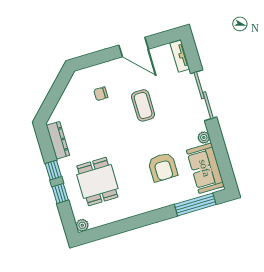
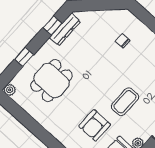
coffee table: (143, 105) -> (125, 102), moved
window: (53, 170) -> (52, 25), moved

